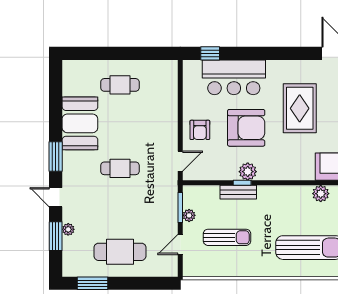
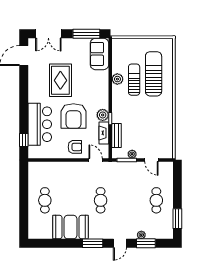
rug: (300, 108) -> (60, 80), turned 90
armchair: (246, 128) -> (73, 116), turned 180
fireplace: (221, 173) -> (104, 133), added
bench: (238, 192) -> (116, 135), moved
plant: (321, 194) -> (117, 79), moved
sun lounger: (227, 237) -> (134, 80), moved
cafe table: (120, 252) -> (156, 200), width x0.73, depth x0.74

